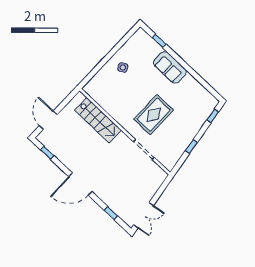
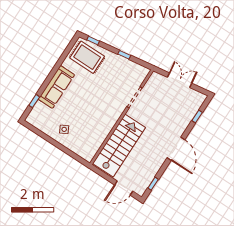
sofa: (170, 67) -> (56, 87), width x1.36
rug: (154, 115) -> (87, 57), moved
stairs: (98, 120) -> (119, 145), width x1.36, depth x1.51
double door: (144, 215) -> (180, 80), moved

